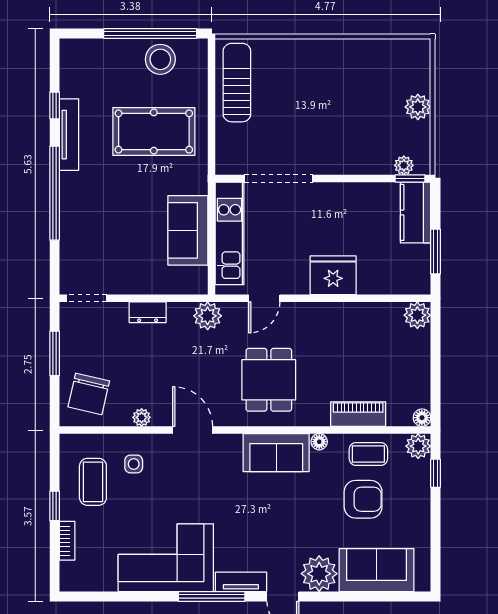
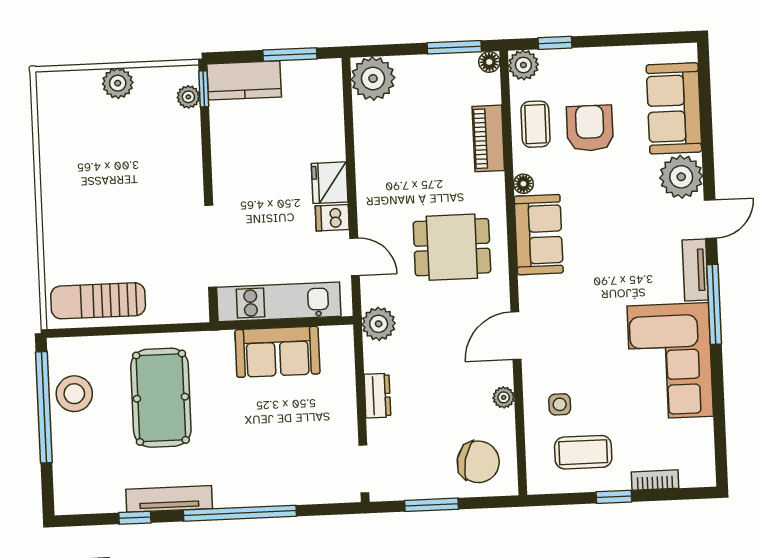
fridge: (333, 275) -> (330, 183), width x0.73, depth x0.75
dishwasher: (298, 281) -> (332, 218), added
plant: (417, 315) -> (373, 78), width x1.36, depth x1.36
window: (435, 389) -> (454, 47), added

